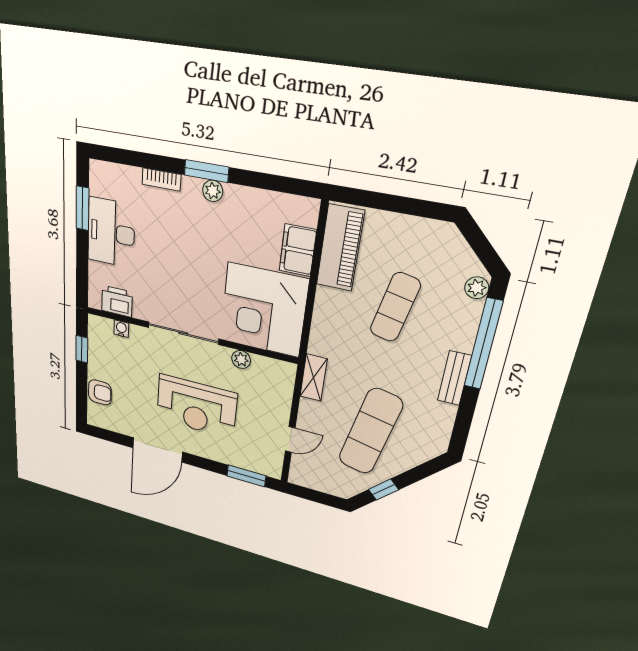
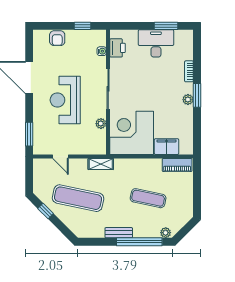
piano: (340, 248) -> (177, 165), width x0.73, depth x0.75

